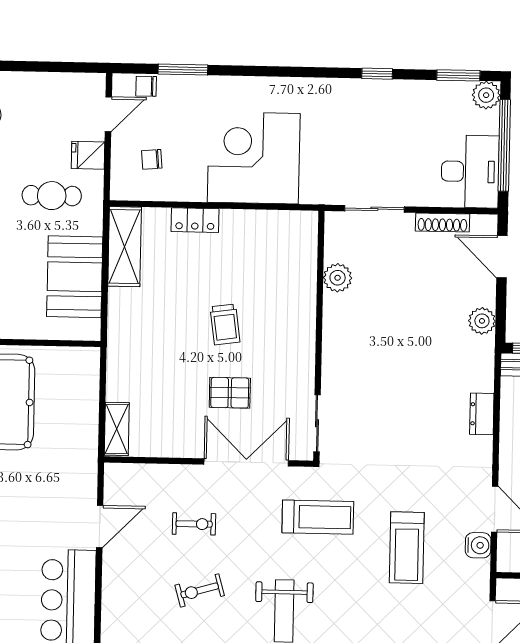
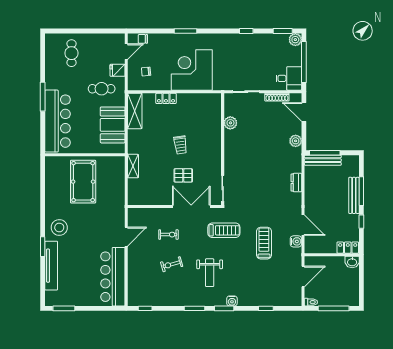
window: (183, 70) -> (186, 31), moved
desk: (470, 172) -> (289, 78), width x0.73
shelving: (117, 429) -> (133, 166), moved
treadmill: (407, 548) -> (264, 243), turned 180

